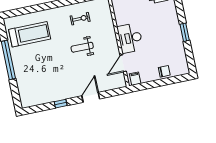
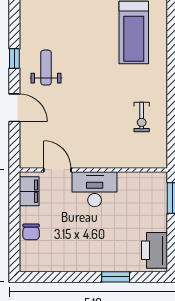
window: (185, 32) -> (116, 277), moved
weight bench: (82, 47) -> (46, 68), moved
filing cabinet: (135, 79) -> (29, 191), width x2.00

